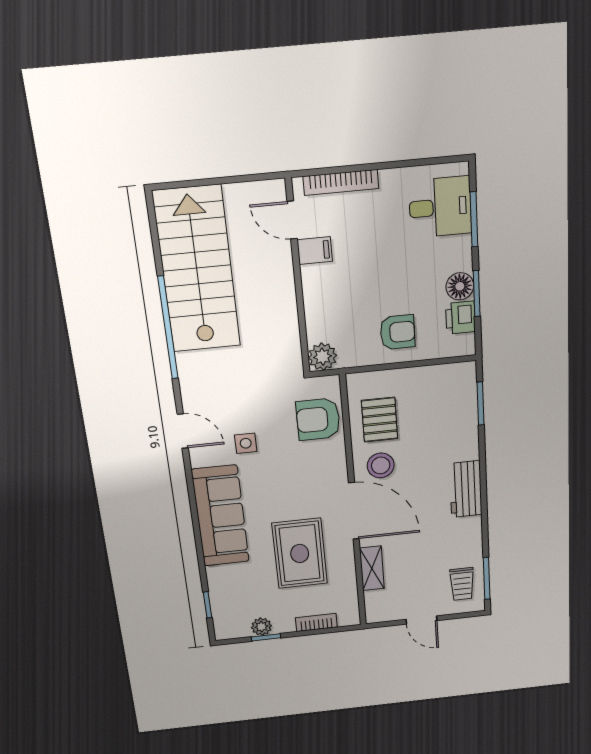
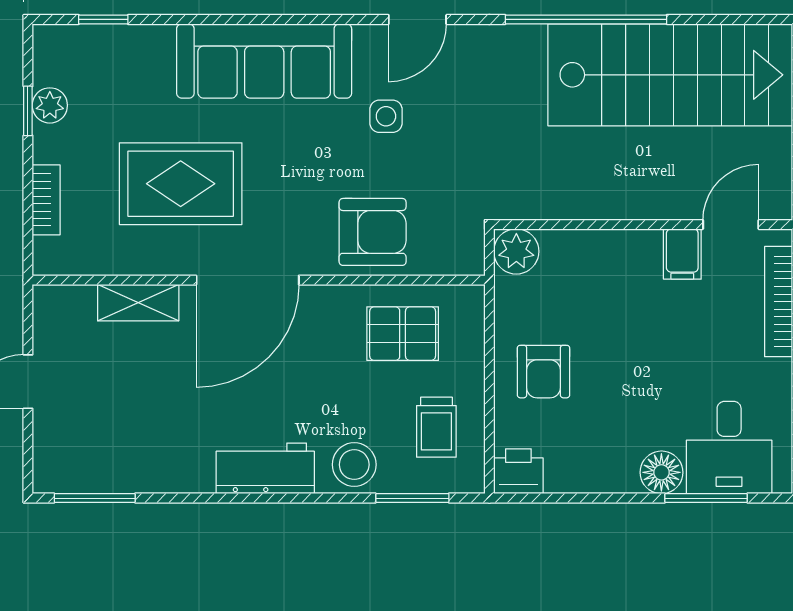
floor lamp: (460, 286) -> (661, 472), moved
window: (477, 293) -> (592, 498), removed
printer: (460, 318) -> (518, 471), moved
armchair: (318, 419) -> (373, 232), moved, turned 90
stool: (381, 465) -> (354, 465), moved
trolley: (462, 584) -> (436, 427), moved, turned -90

